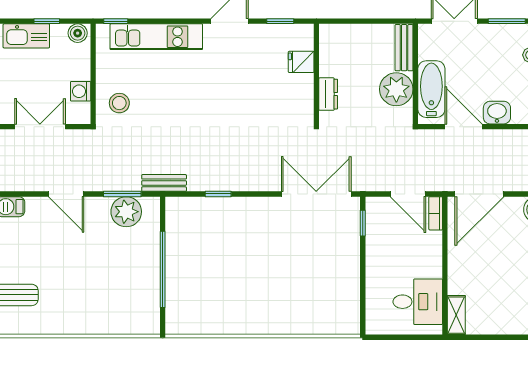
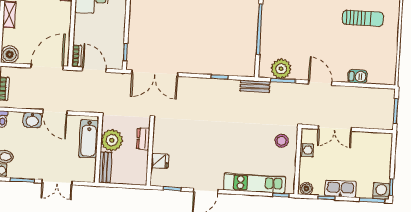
bench: (404, 48) -> (105, 167), moved
wall: (415, 74) -> (99, 150), moved
plant: (396, 89) -> (112, 140), moved
bathtub: (431, 89) -> (89, 139), moved

